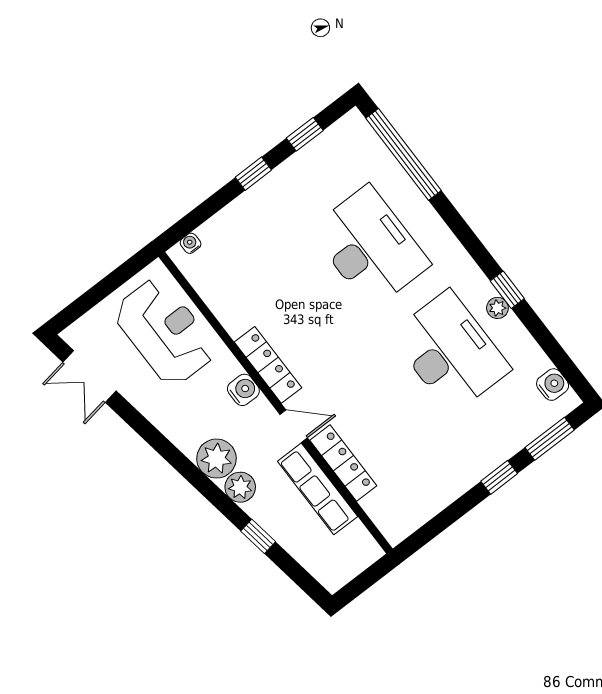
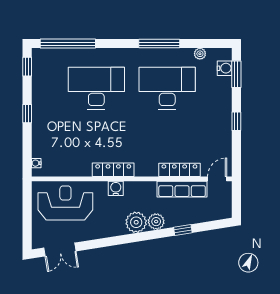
window: (305, 134) -> (27, 67), moved
window: (507, 290) -> (159, 44), width x2.17
plant: (497, 308) -> (200, 54), moved
water cooler: (553, 385) -> (225, 68), moved, turned 90
door: (294, 426) -> (217, 179), moved
window: (499, 477) -> (236, 121), moved

